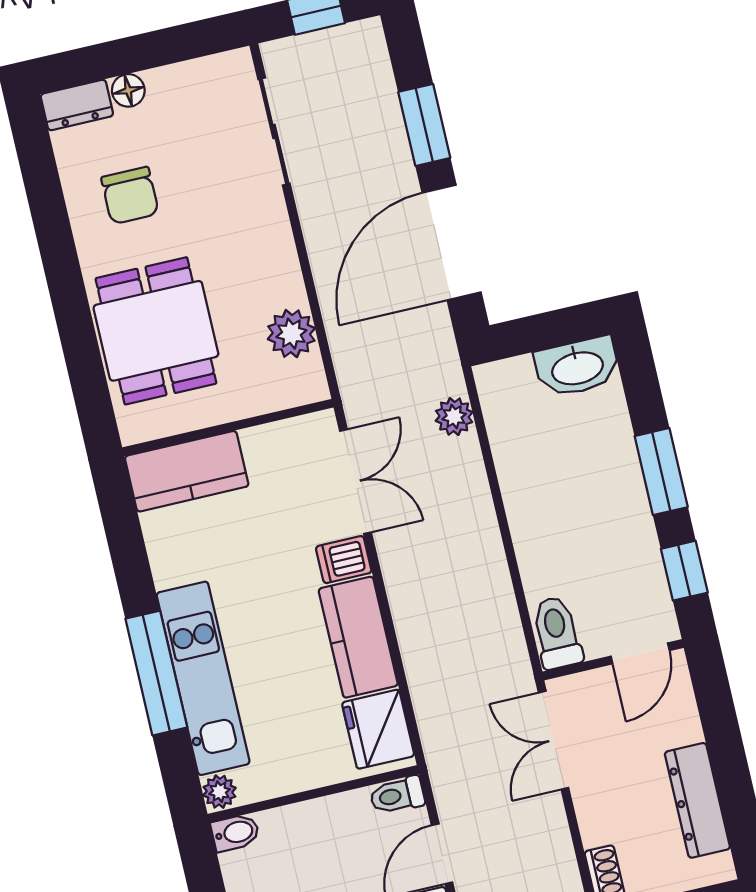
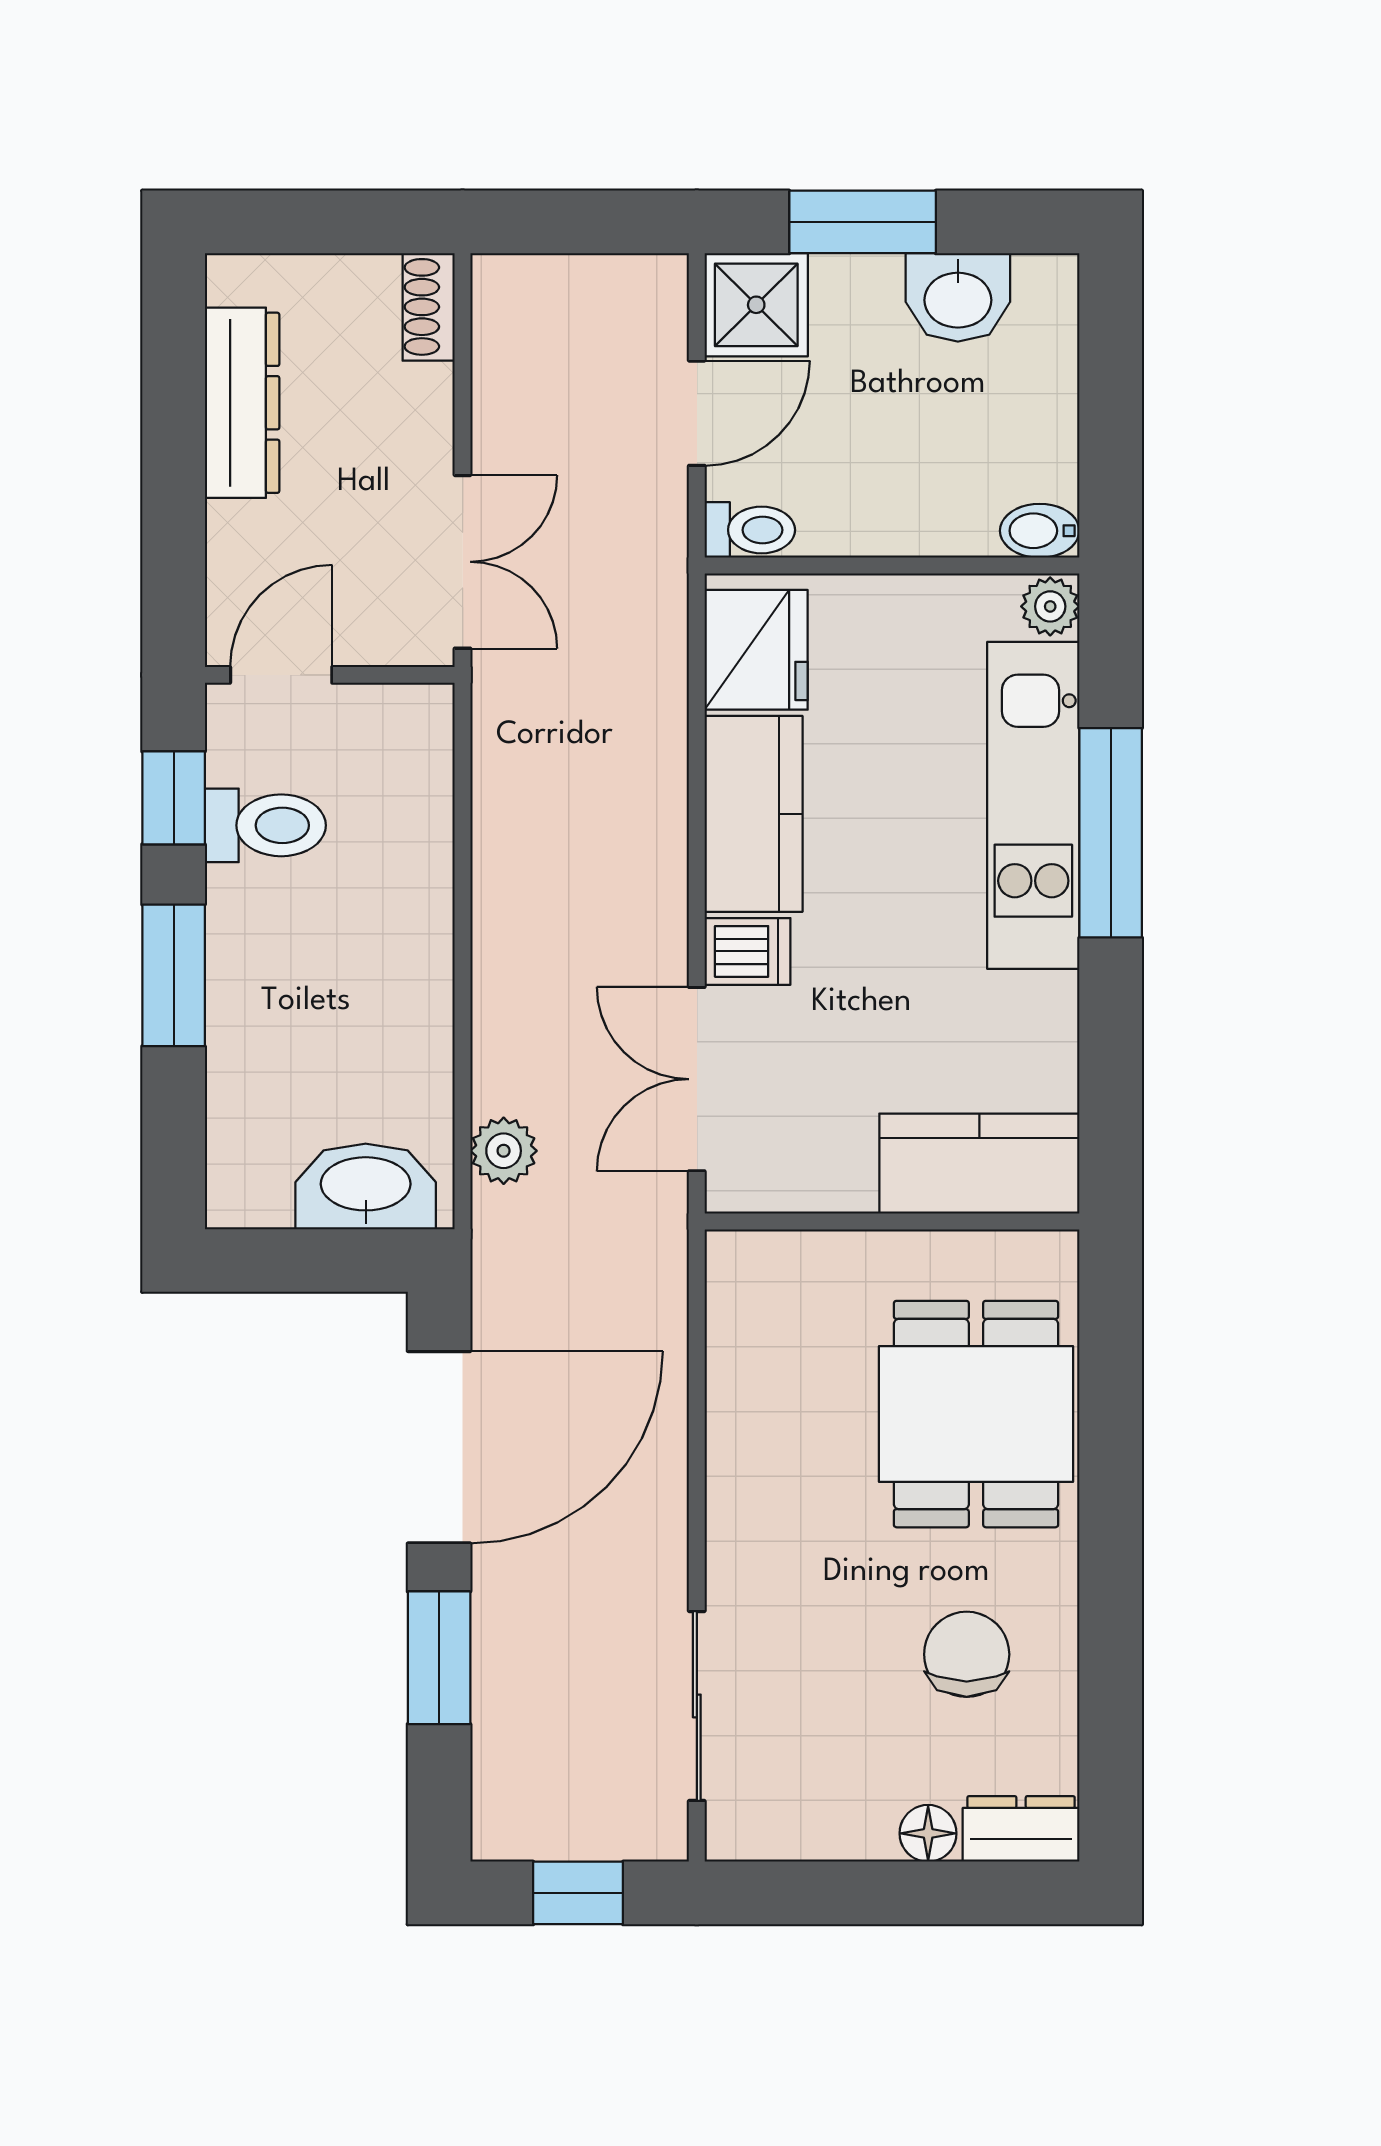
plant: (291, 334) -> (747, 1356), removed
washbasin: (577, 367) -> (366, 1186), moved
toilet: (557, 633) -> (265, 825), moved, turned -90

